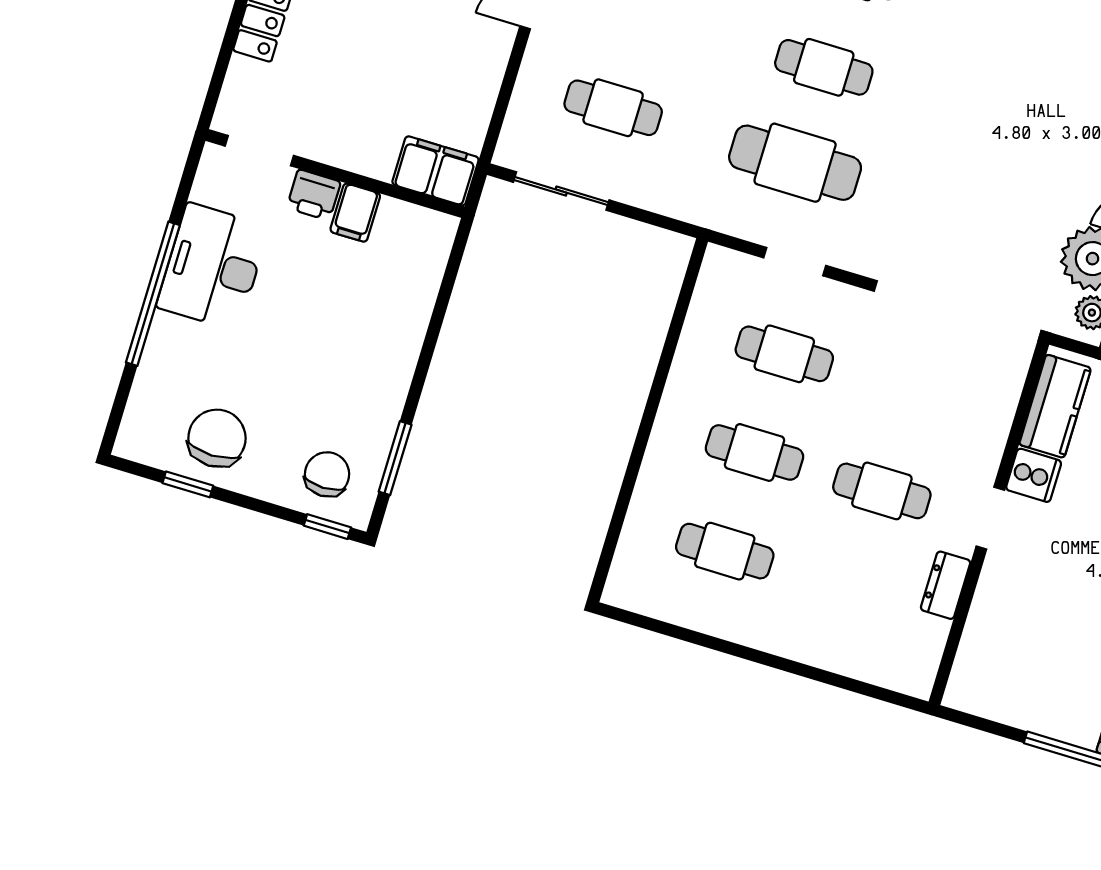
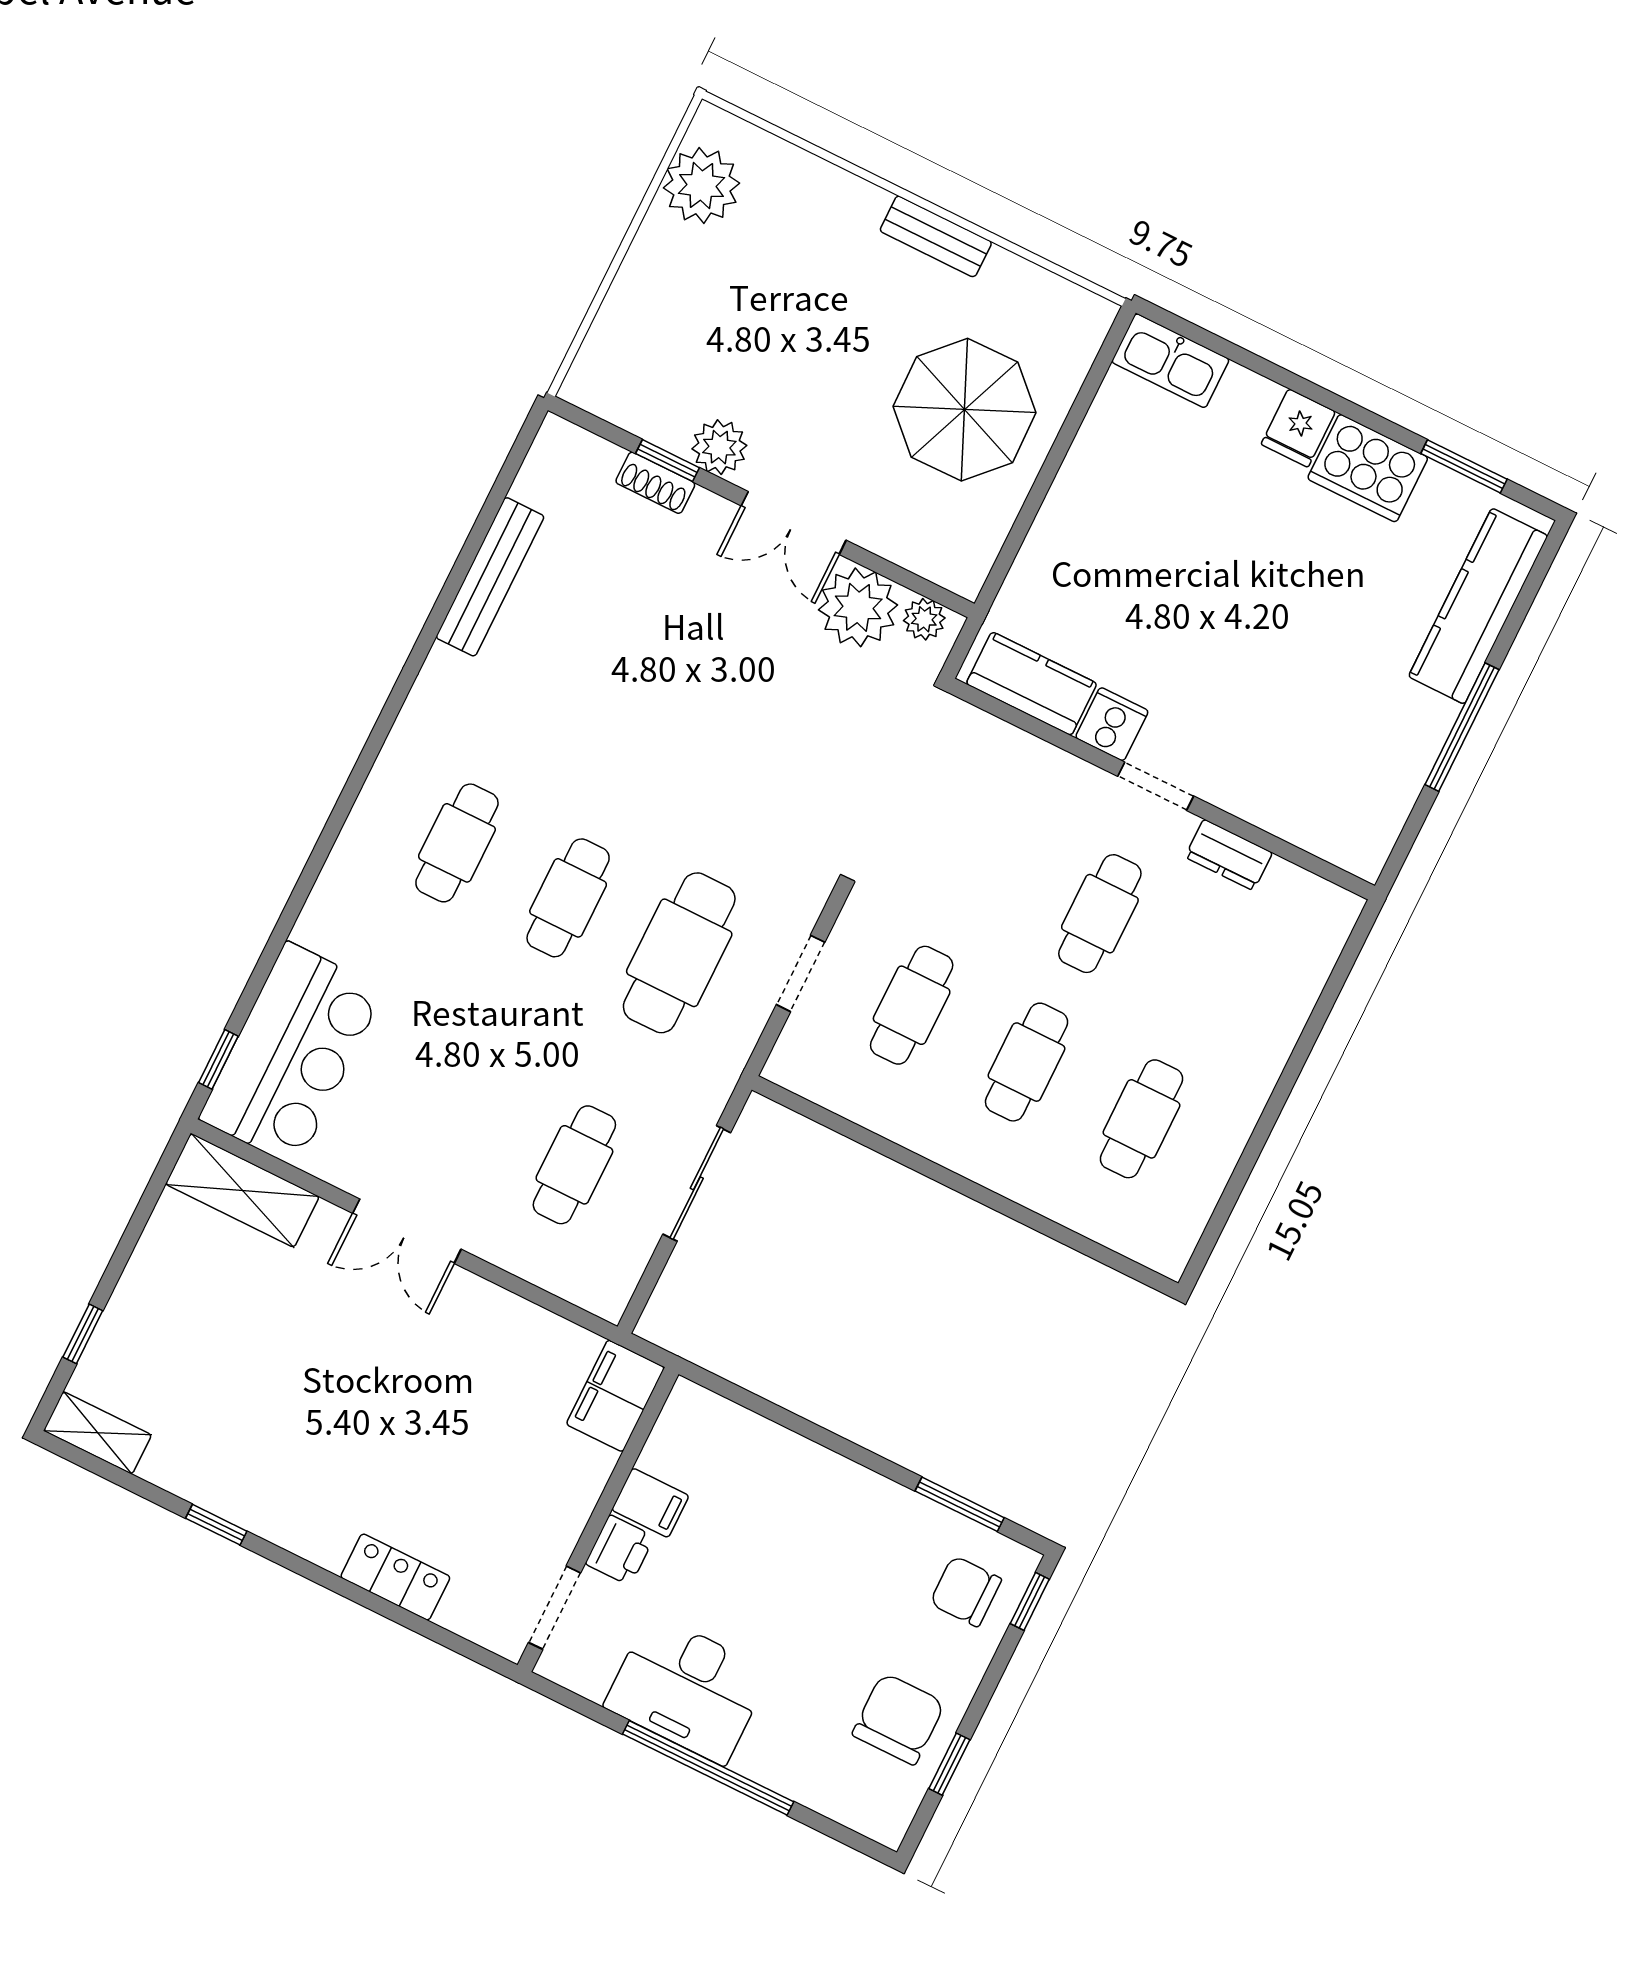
sliding door: (561, 191) -> (697, 1183), moved
chair: (217, 438) -> (899, 1719), turned 90

